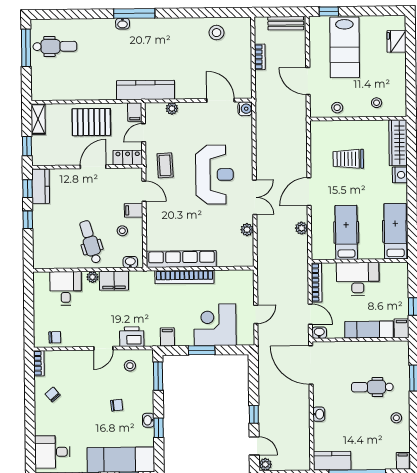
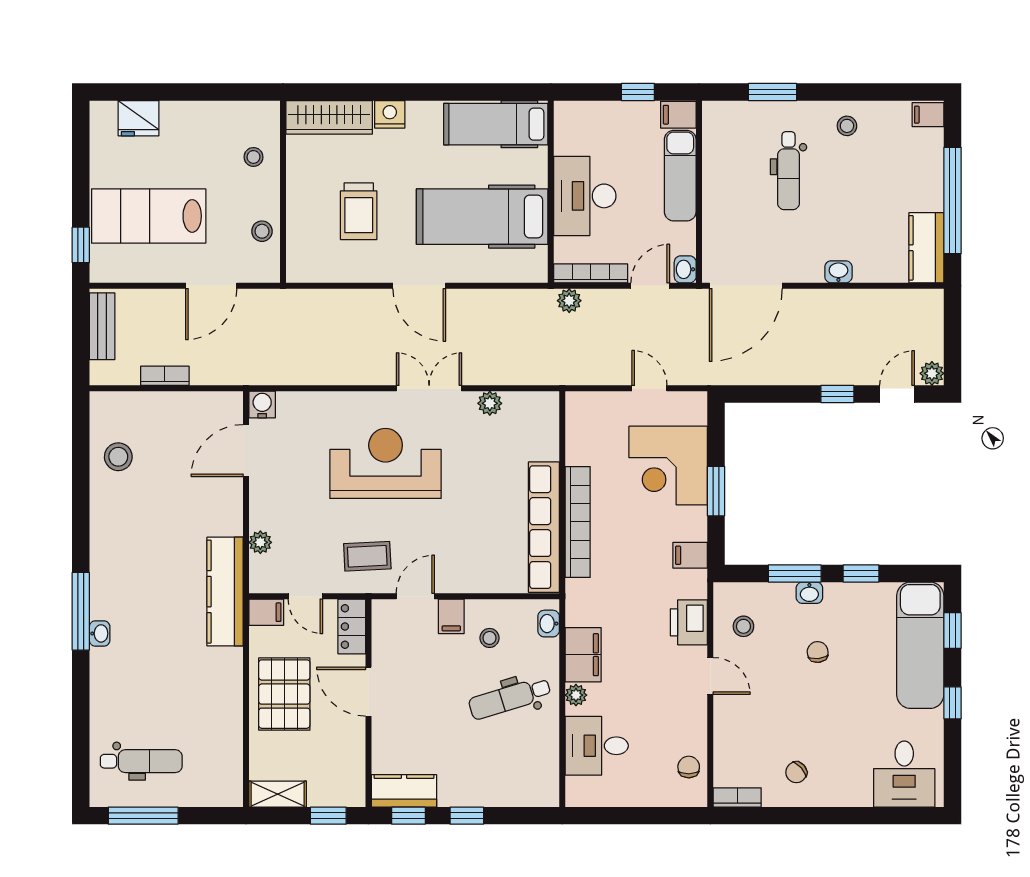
dental chair: (55, 46) -> (141, 761), turned 90
lab bench: (345, 47) -> (149, 216), turned 180
plant: (302, 228) -> (569, 301), moved
hospital bed: (346, 232) -> (482, 217), width x1.37, depth x1.29
window: (158, 376) -> (795, 573), moved
washbasin: (148, 420) -> (809, 593), moved

